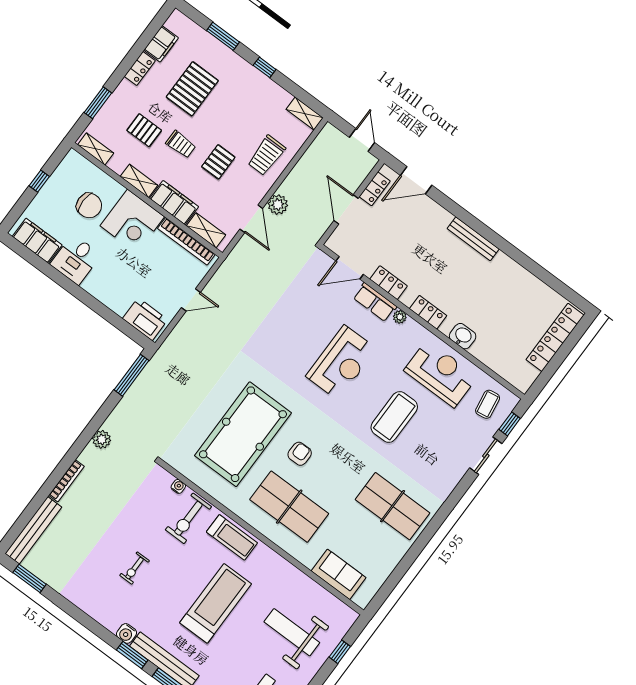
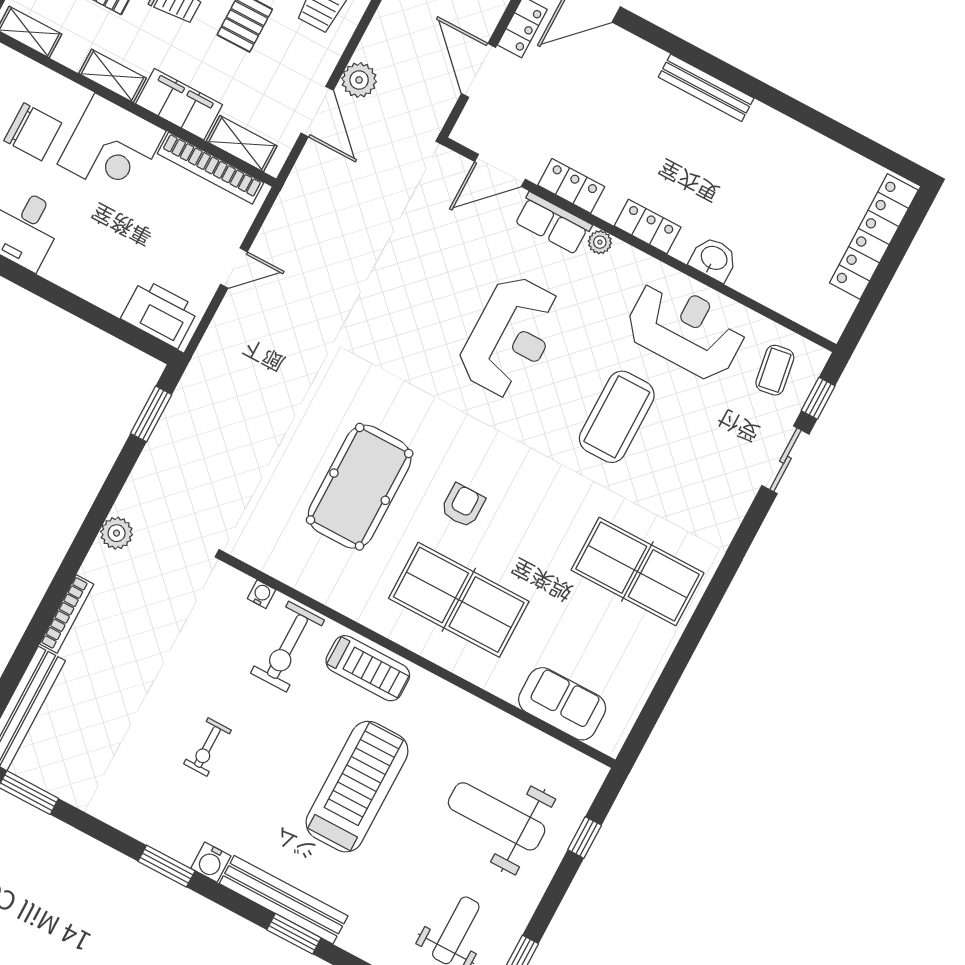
window: (131, 375) -> (151, 414), width x0.69
pool table: (243, 434) -> (360, 487), width x0.73, depth x0.76
window: (132, 655) -> (167, 866), moved

